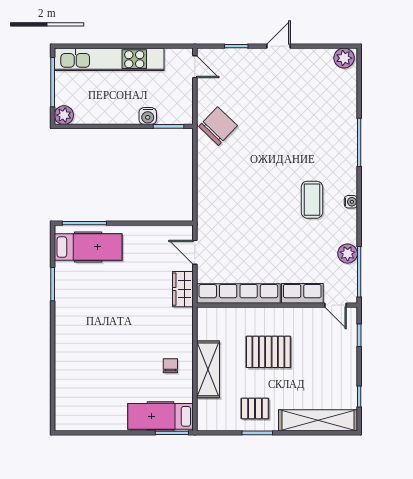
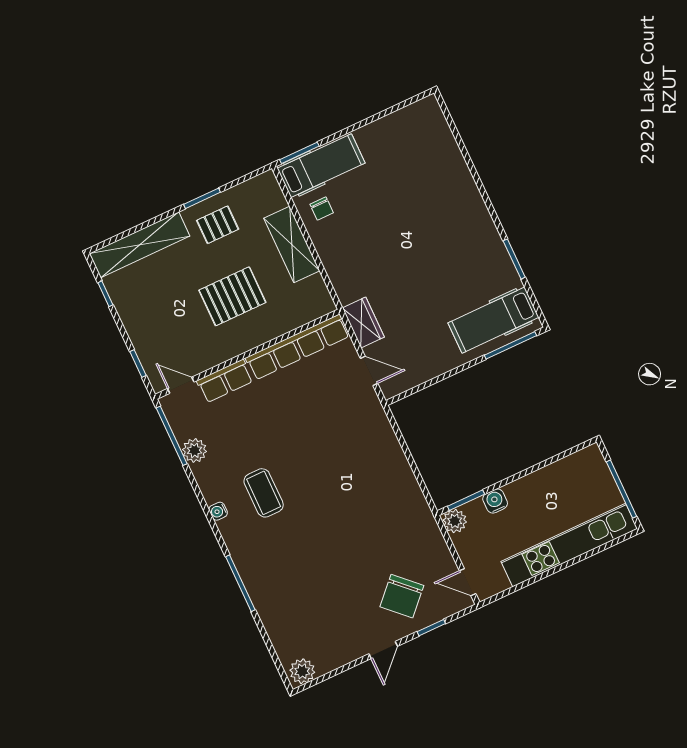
plant: (64, 115) -> (455, 521), moved
chair: (218, 126) -> (402, 596), moved
chair: (170, 366) -> (322, 209), moved

